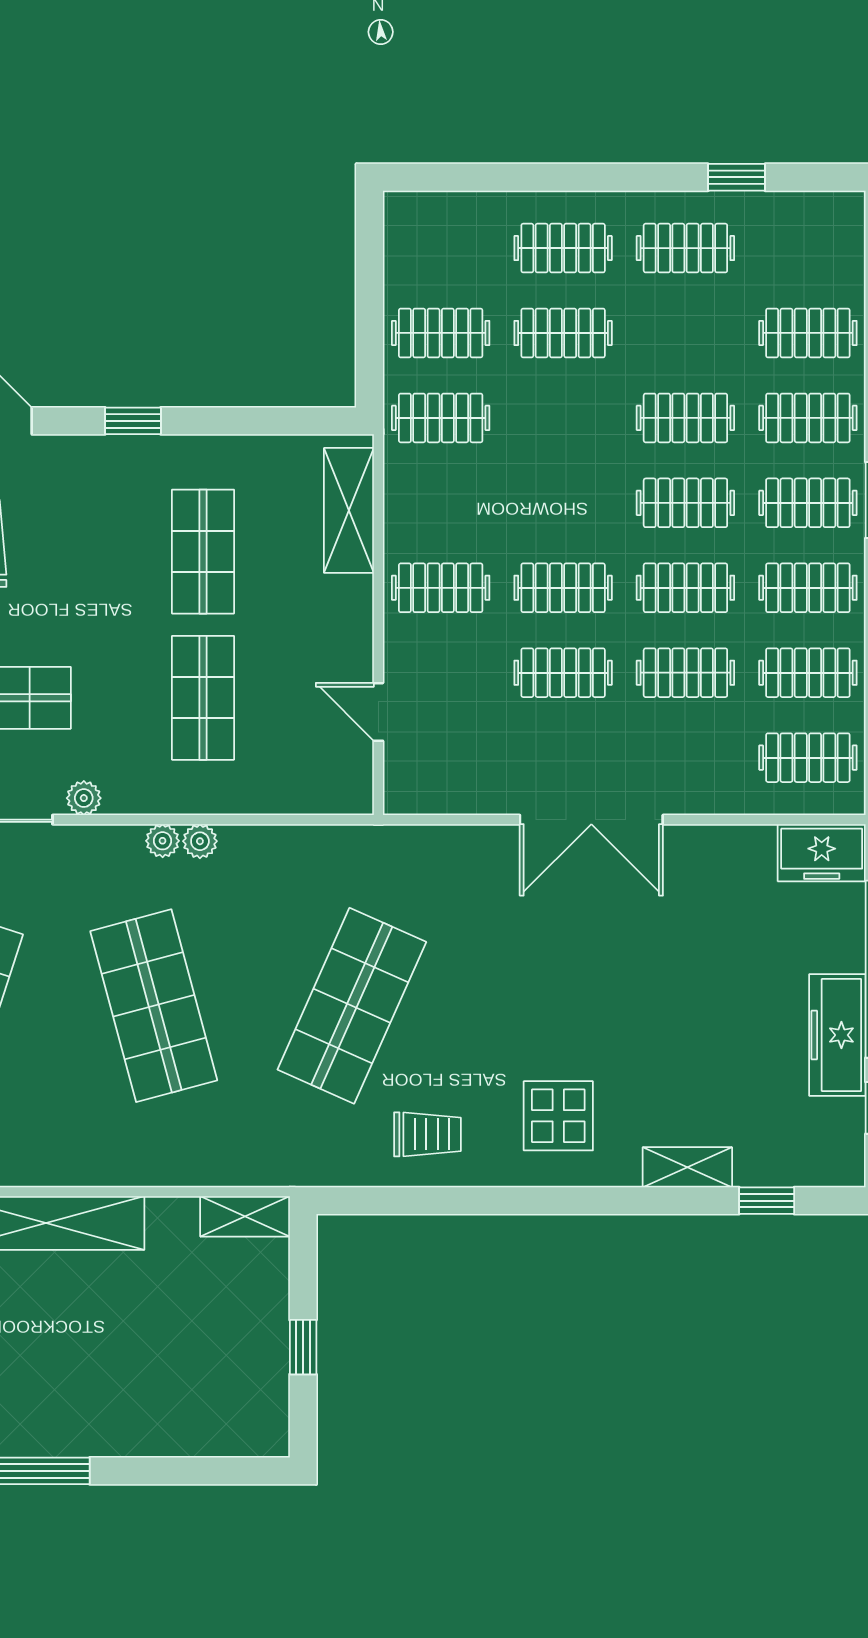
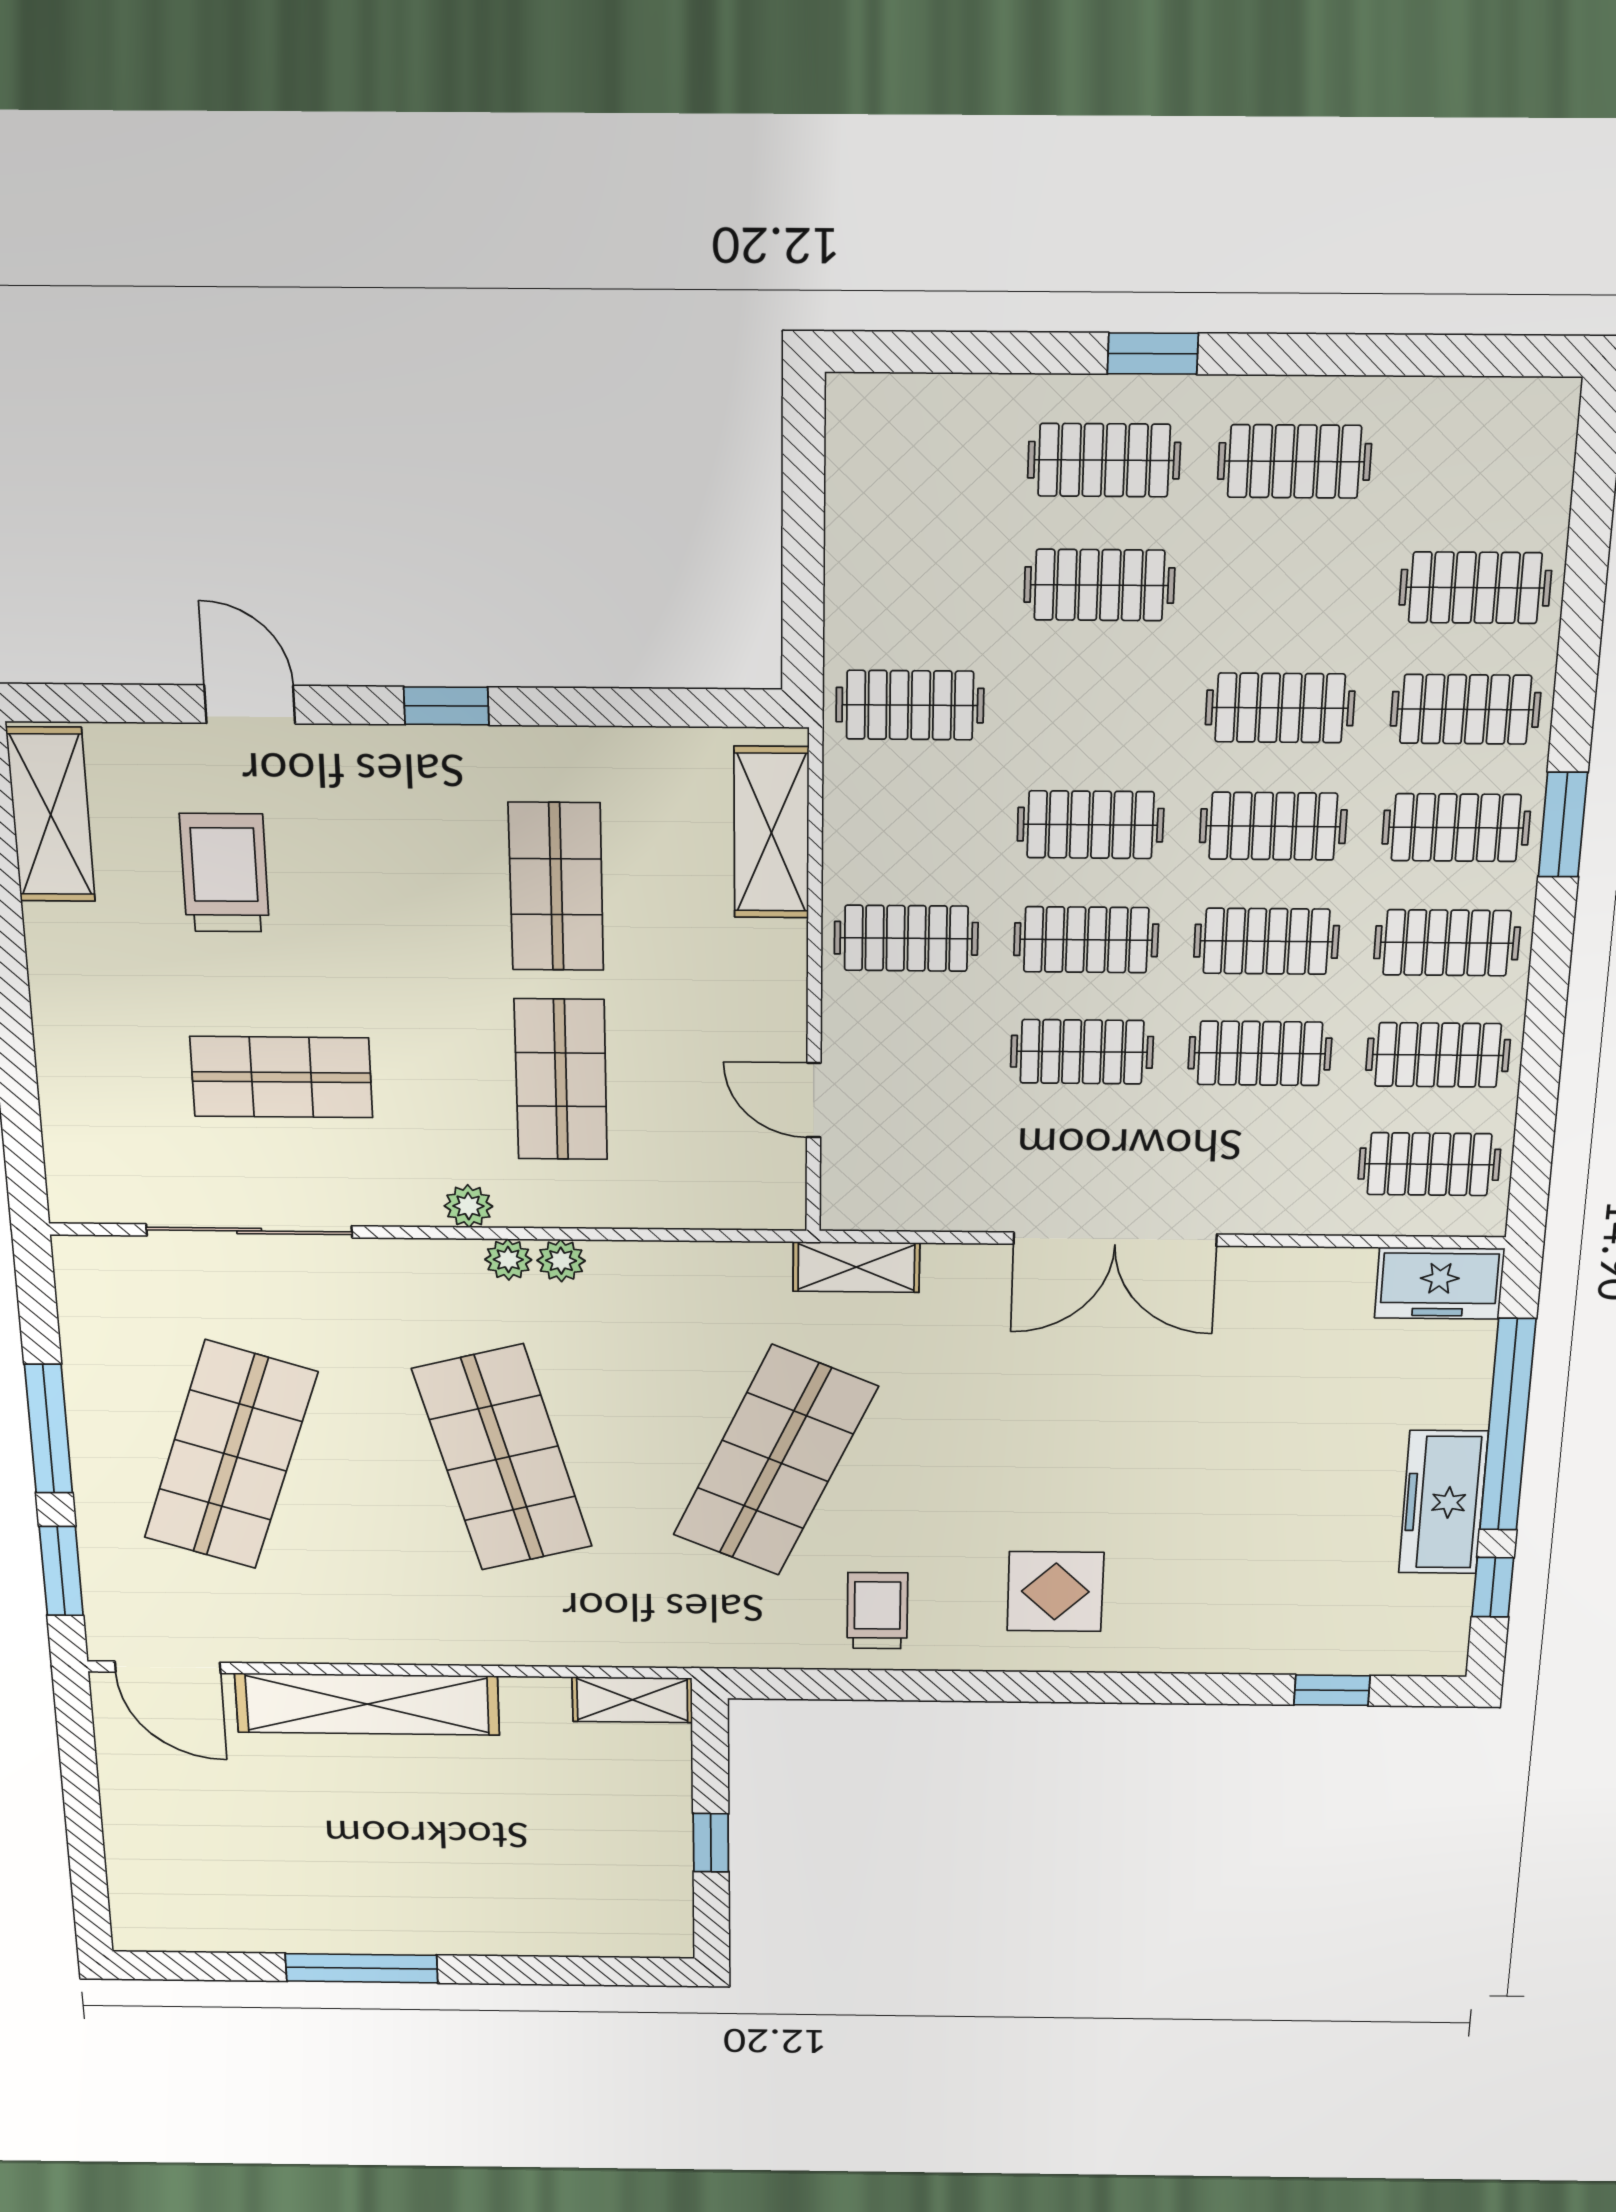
window: (737, 177) -> (1153, 354), moved
clothes rail: (441, 333) -> (1090, 825), moved
plant: (84, 798) -> (468, 1206), moved
trolley: (427, 1134) -> (877, 1611), turned -90
shelving: (687, 1167) -> (856, 1267), moved

